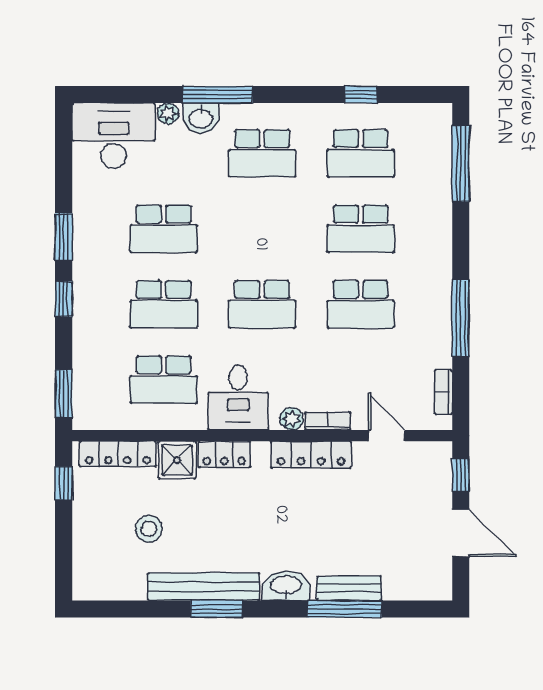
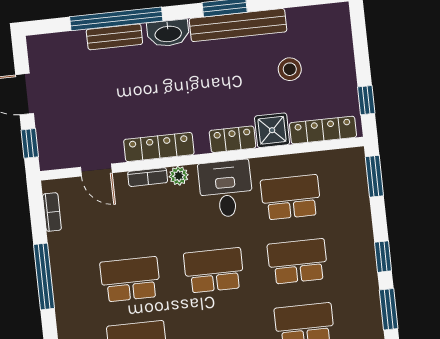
window: (345, 609) -> (116, 19), width x1.46

